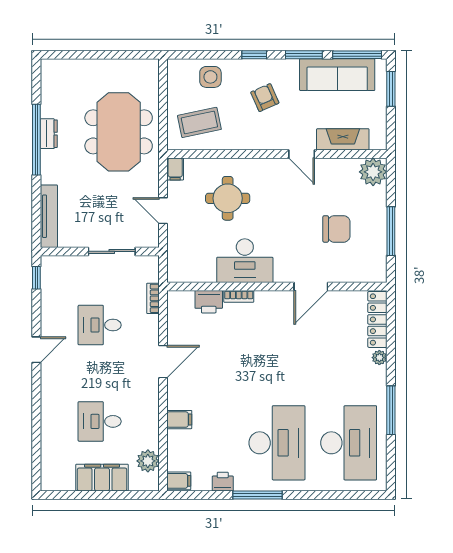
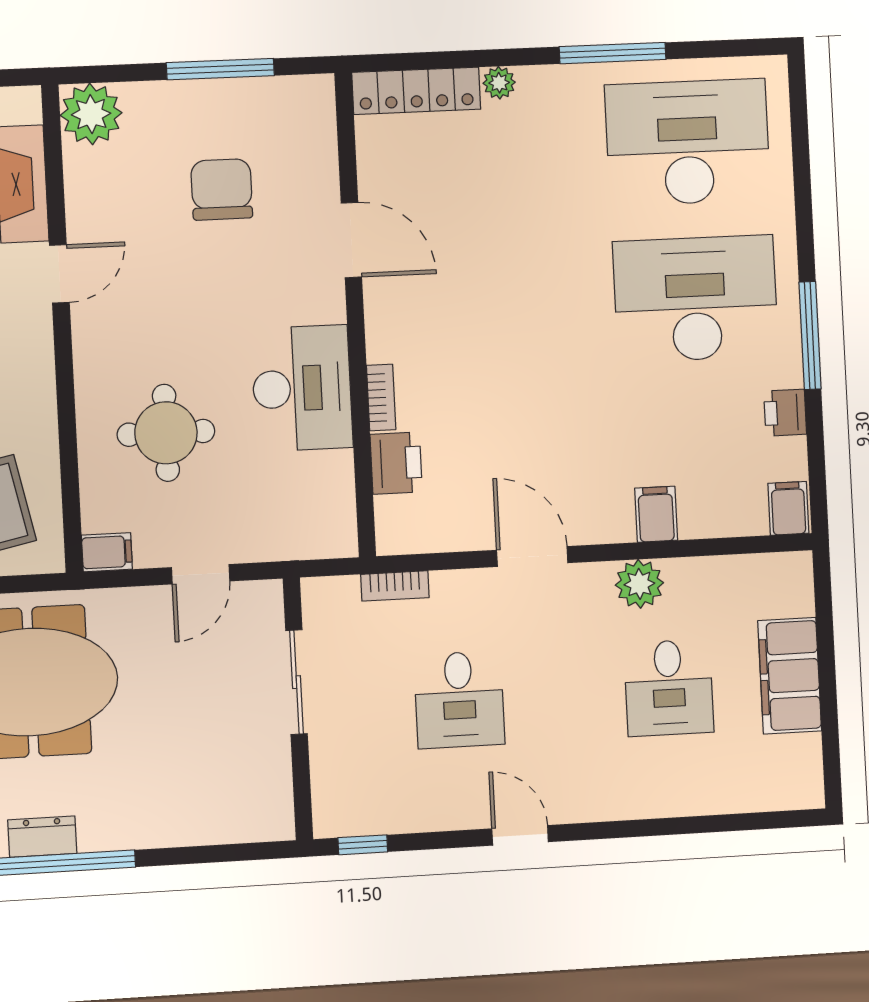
tv unit: (49, 216) -> (226, 826), removed
plant: (148, 461) -> (639, 584), moved

